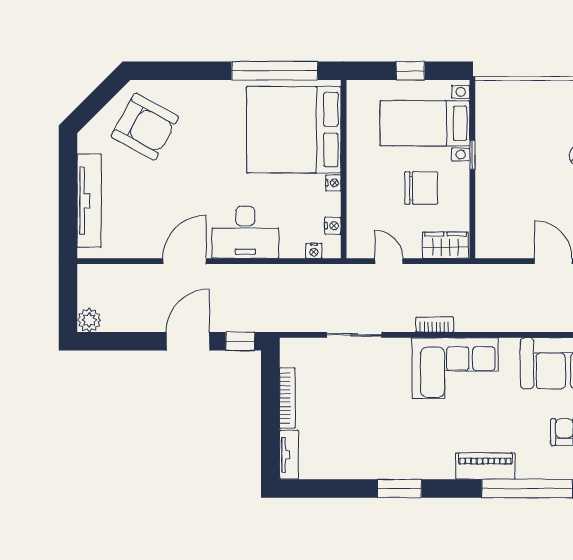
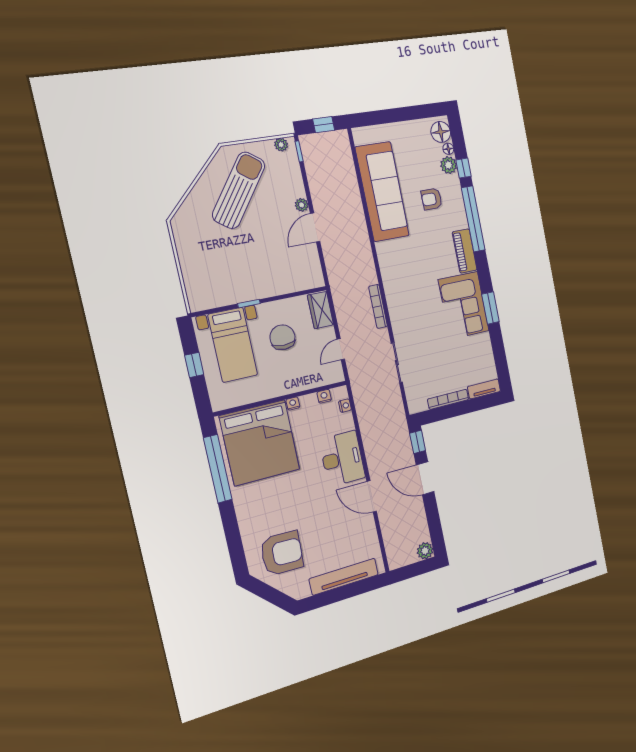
armchair: (145, 127) -> (282, 553), turned 63
bookcase: (434, 325) -> (378, 306), width x1.56
corner sofa: (455, 368) -> (464, 305), moved, turned 180

